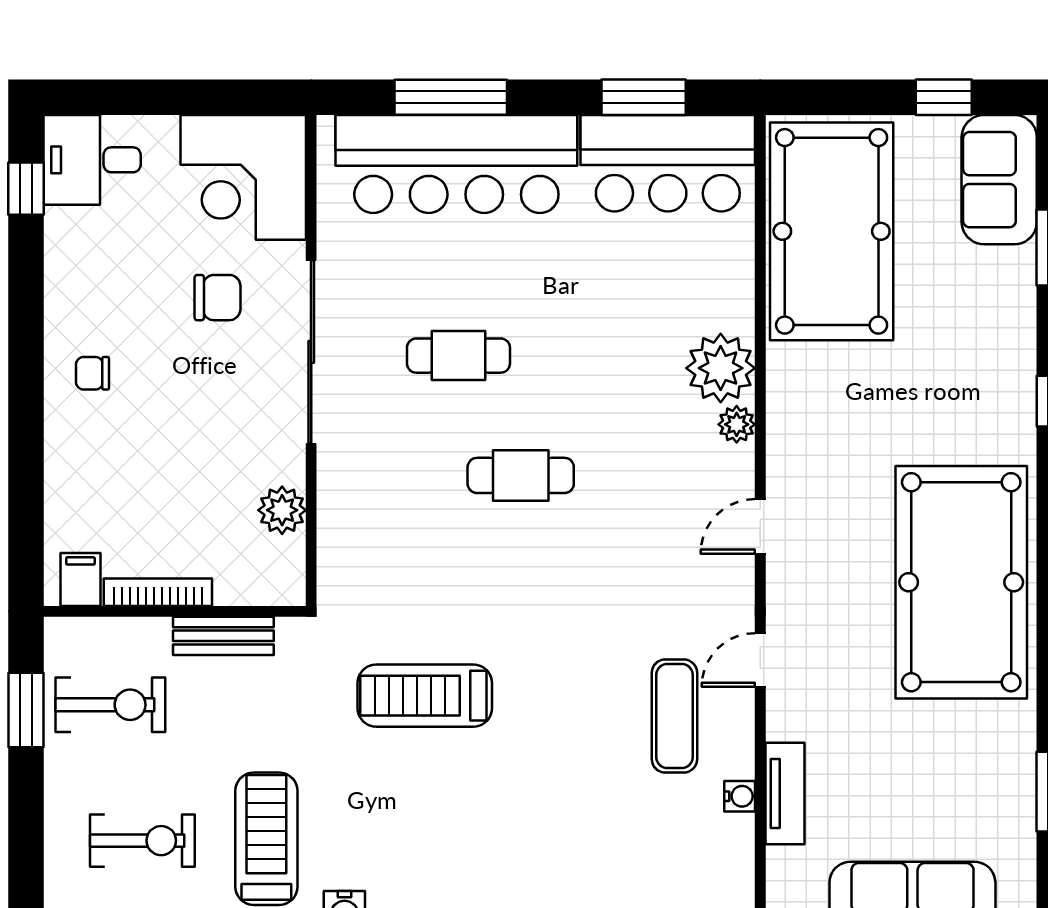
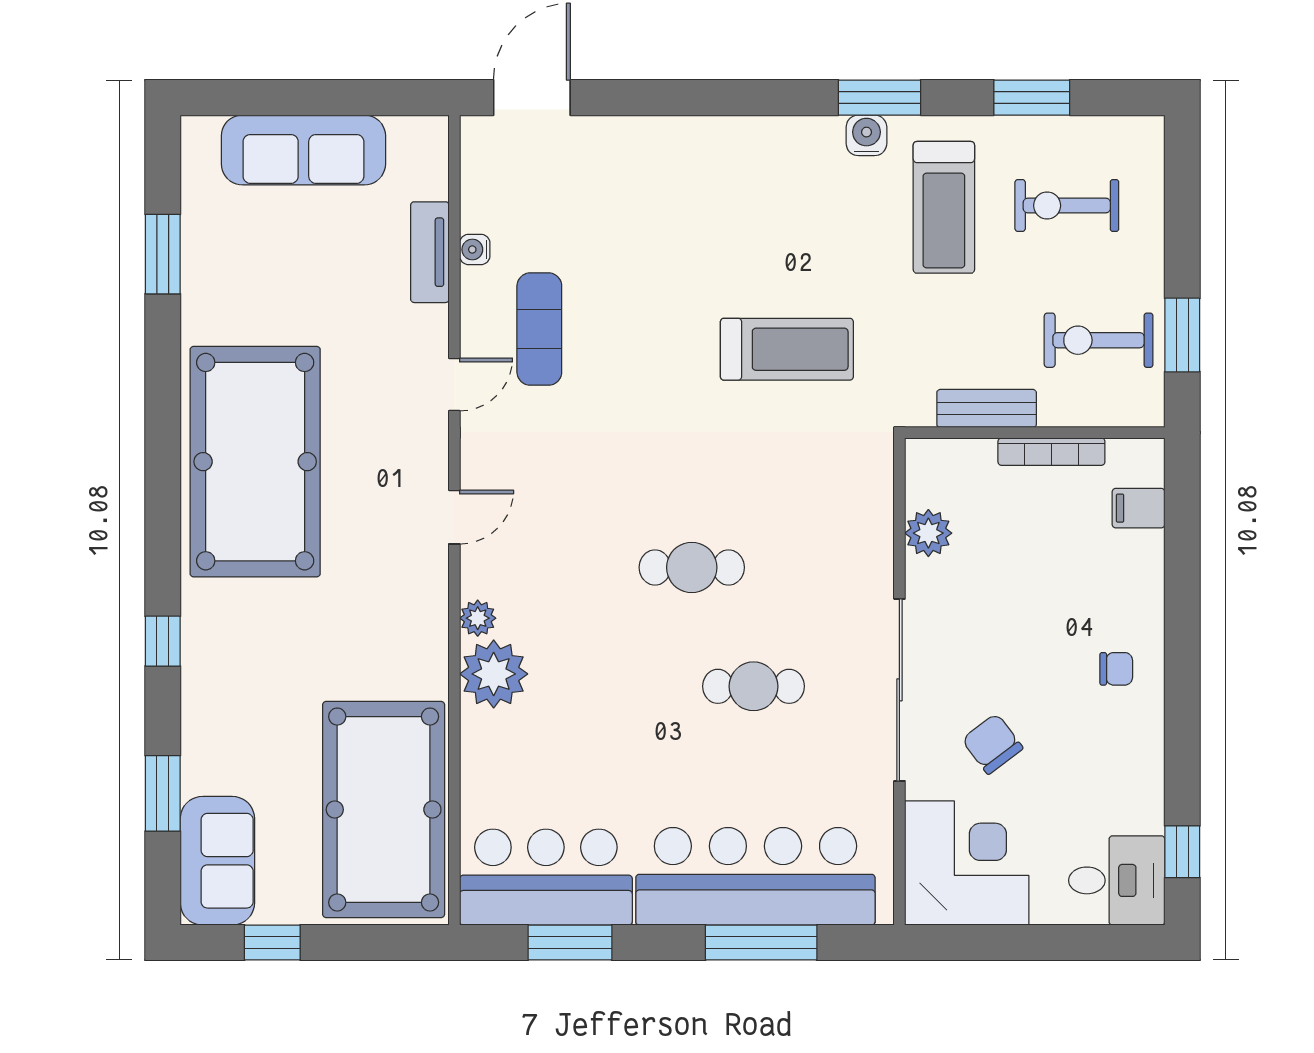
chair: (217, 298) -> (992, 744), turned 53
filing cabinet: (80, 580) -> (1138, 508), moved, turned 90

